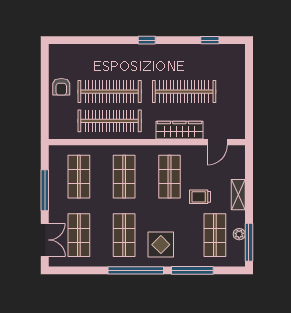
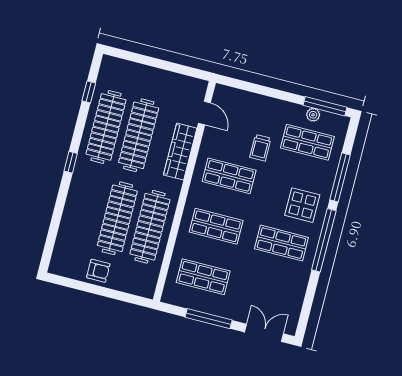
clothes rail: (184, 62) -> (106, 127), added
shelving: (238, 195) -> (269, 105), removed
shop shelf: (79, 235) -> (269, 294), removed

